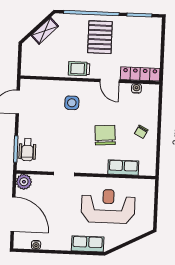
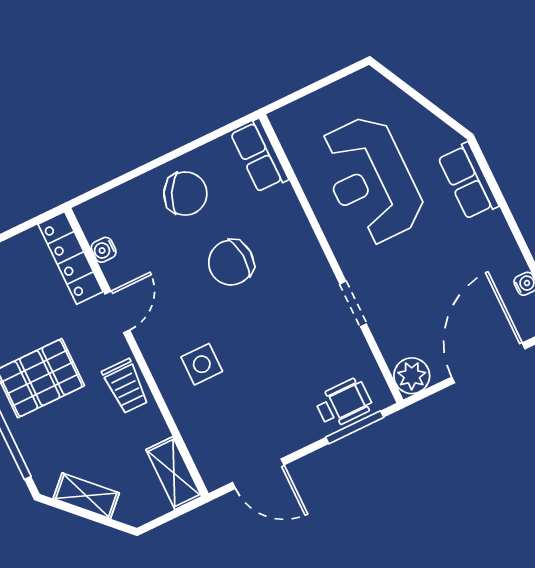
shelving: (35, 69) -> (174, 473), added
chair: (141, 132) -> (185, 194), width x1.87, depth x1.87
row of seats: (123, 167) -> (259, 156), moved

